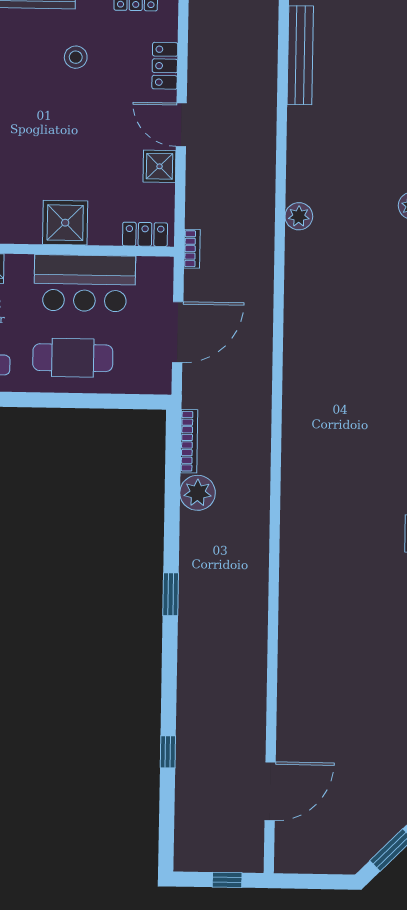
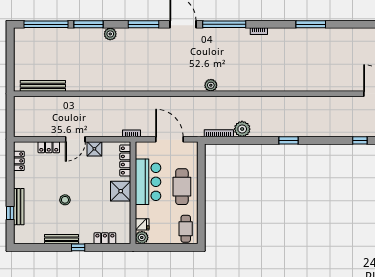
stool: (76, 57) -> (65, 200), moved
plant: (299, 216) -> (211, 85), moved
locker: (145, 234) -> (125, 160), width x1.53

